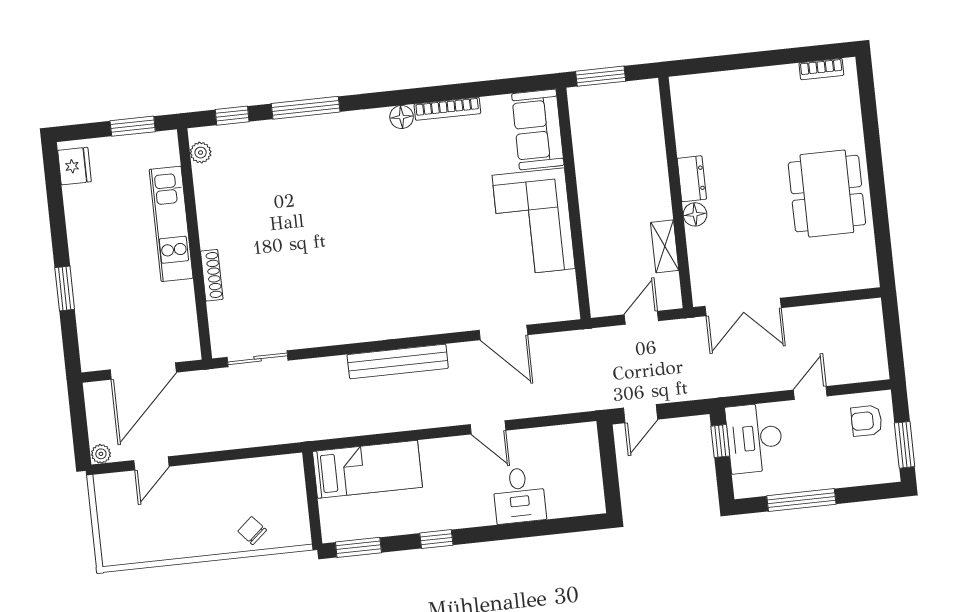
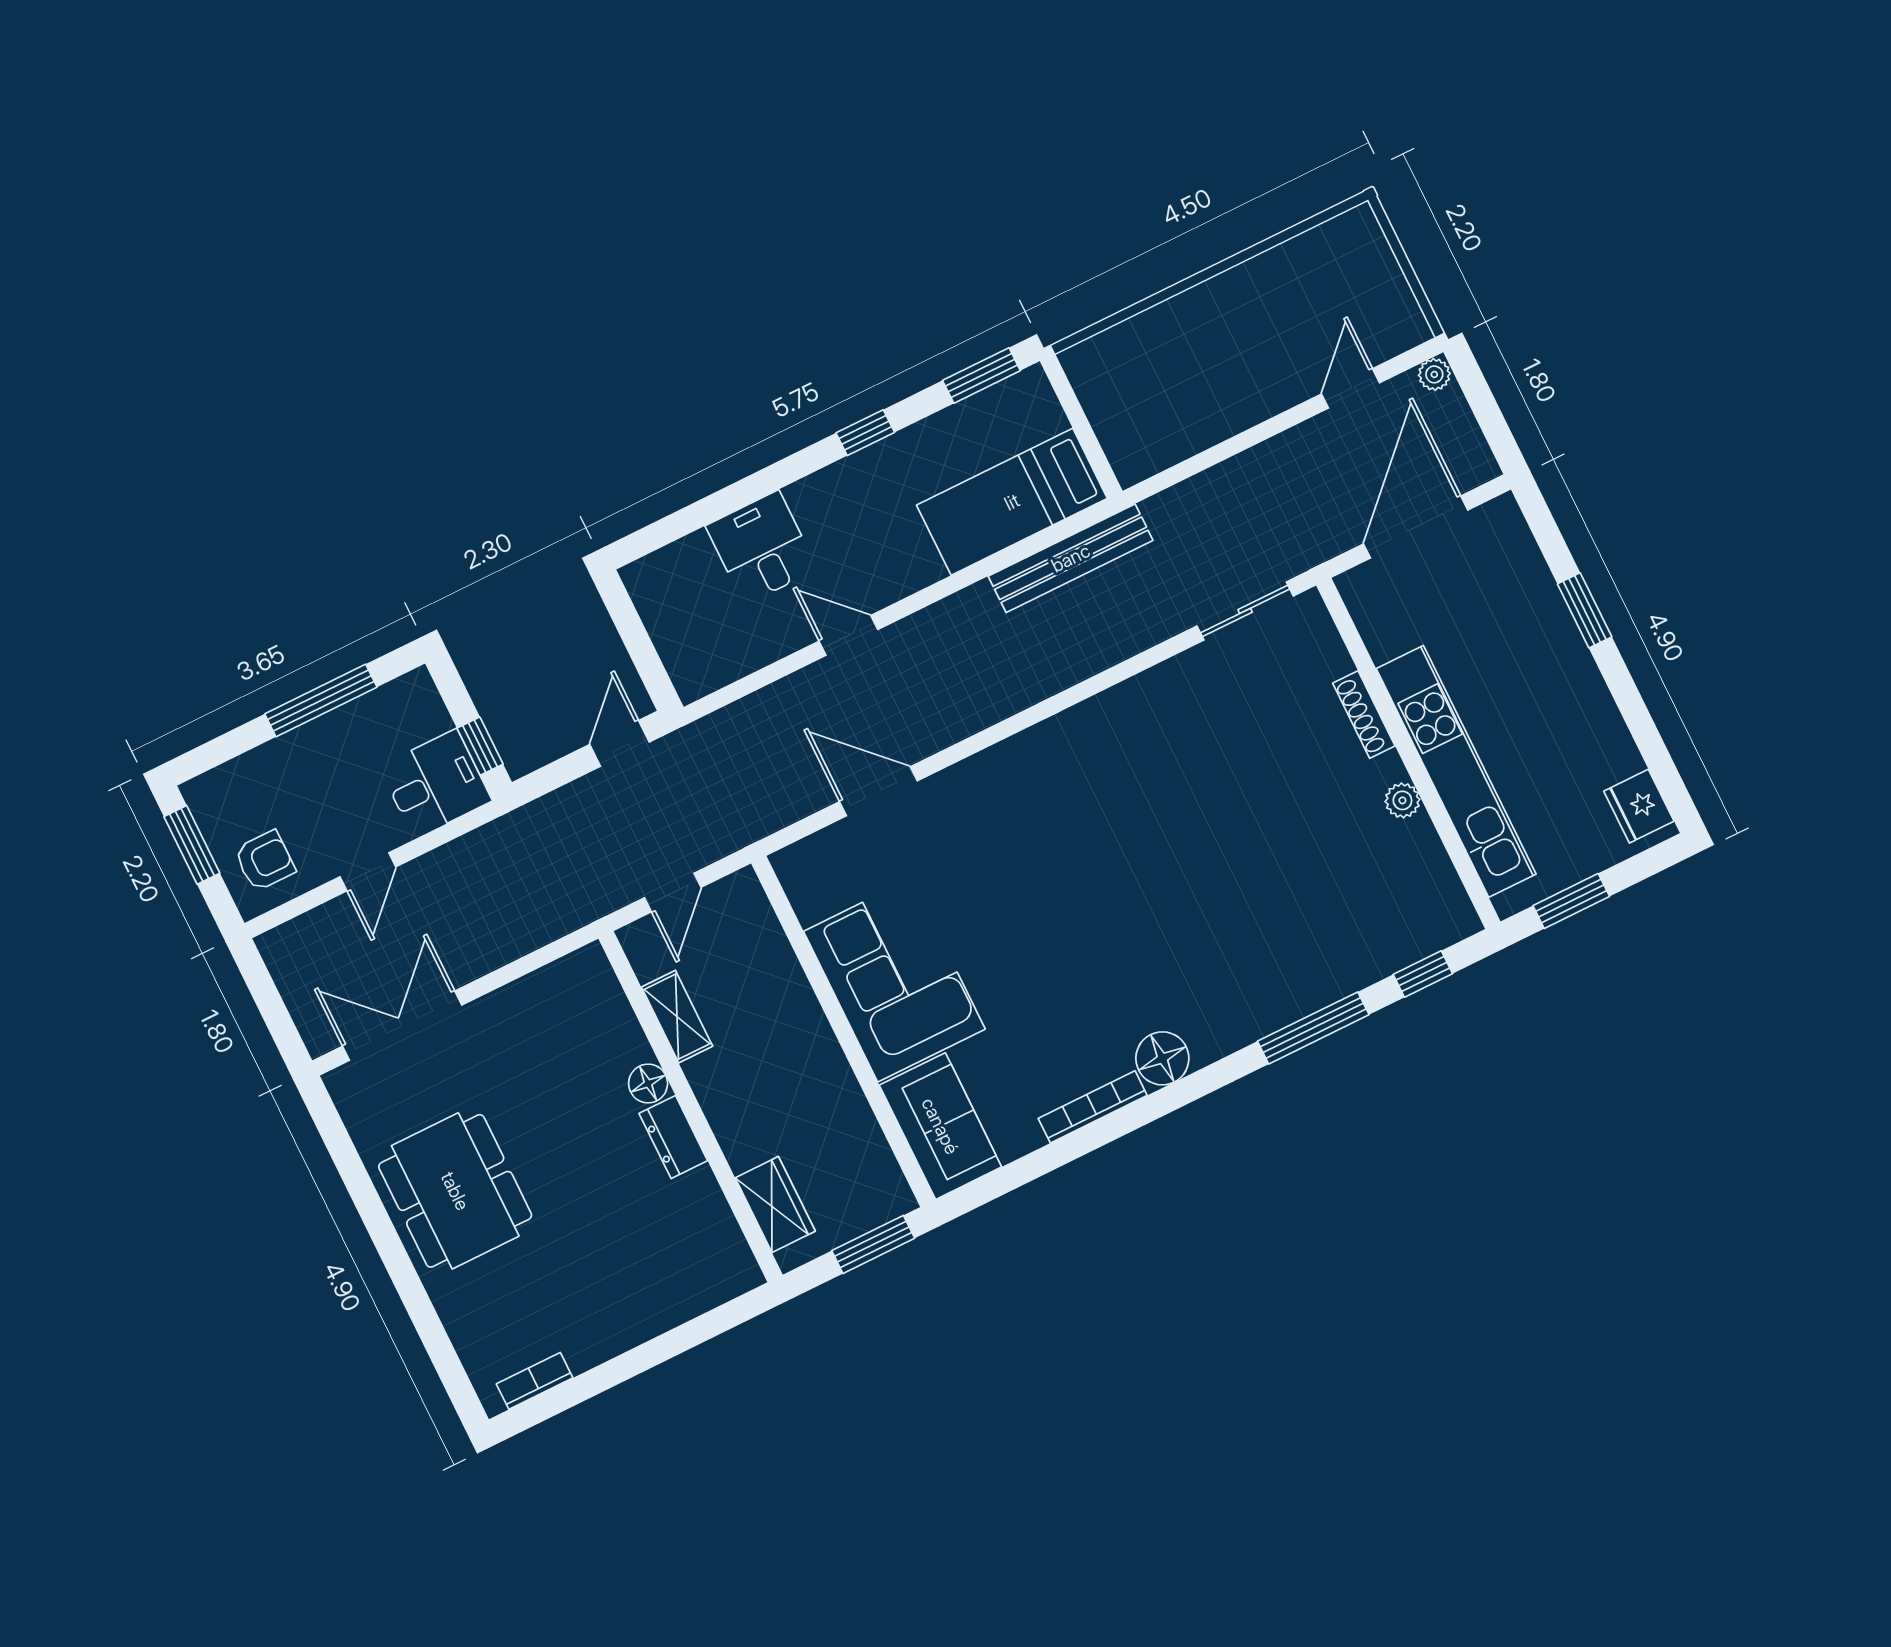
floor lamp: (402, 117) -> (1162, 1058), width x1.38, depth x1.38
wardrobe: (648, 119) -> (775, 1204), added
plant: (201, 153) -> (1402, 800), moved
kitchen unit: (171, 224) -> (1456, 771), width x1.36
double door: (743, 307) -> (402, 1026), moved
bench: (398, 361) -> (1071, 558), moved
desk: (754, 438) -> (435, 784), width x0.73
chair: (252, 531) -> (1156, 341), removed

